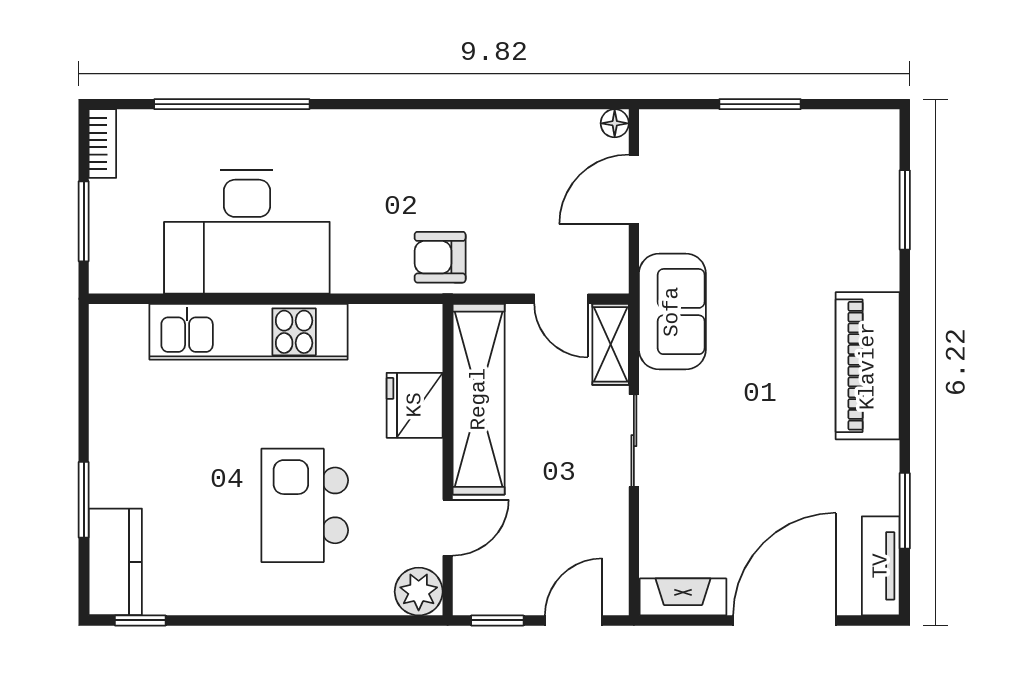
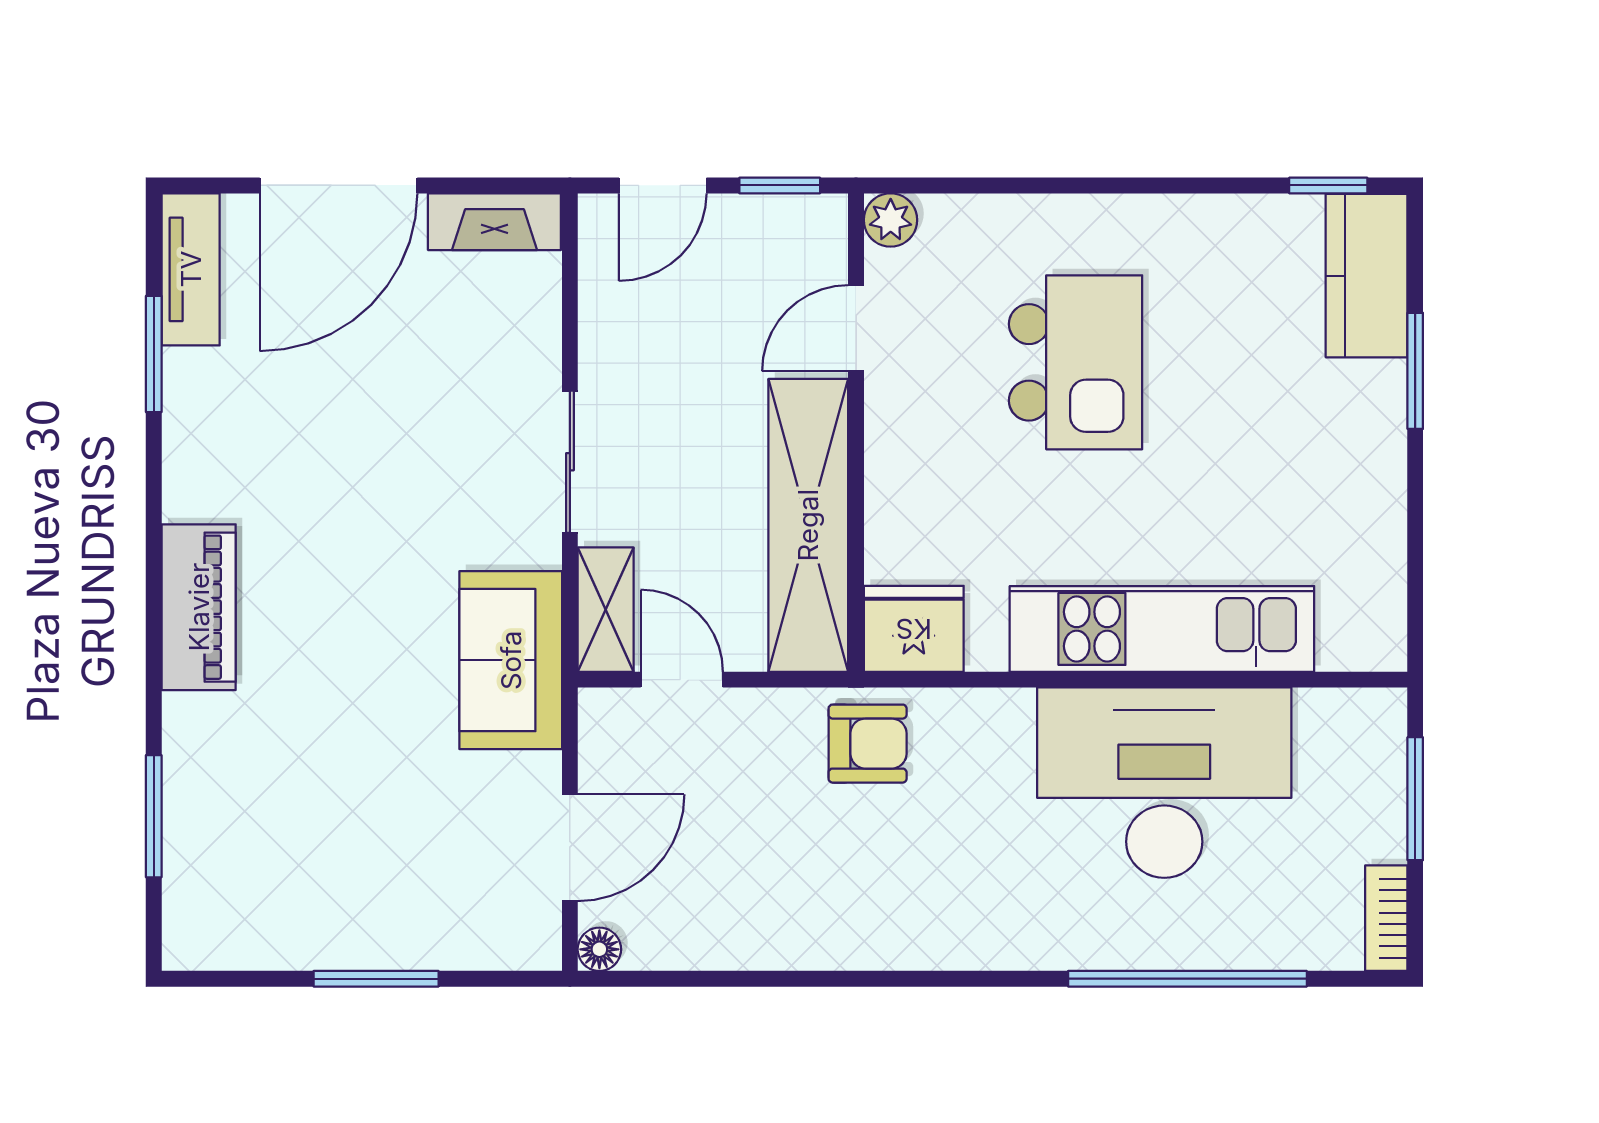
piano: (868, 366) -> (199, 607), width x0.73, depth x0.75
fridge: (415, 405) -> (914, 629), moved, turned -90
plant: (419, 592) -> (891, 220), width x0.73, depth x0.73

